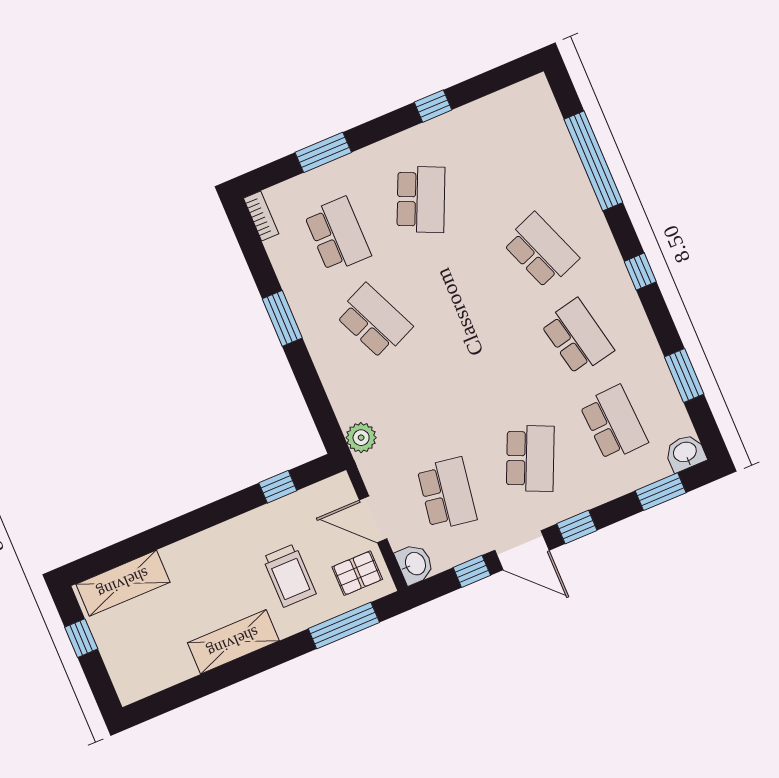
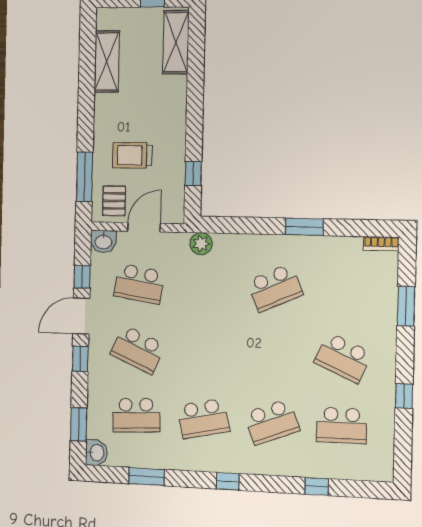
window: (593, 161) -> (317, 486), width x0.32
school desk: (338, 235) -> (342, 425), moved
shelving: (233, 642) -> (107, 61), moved

